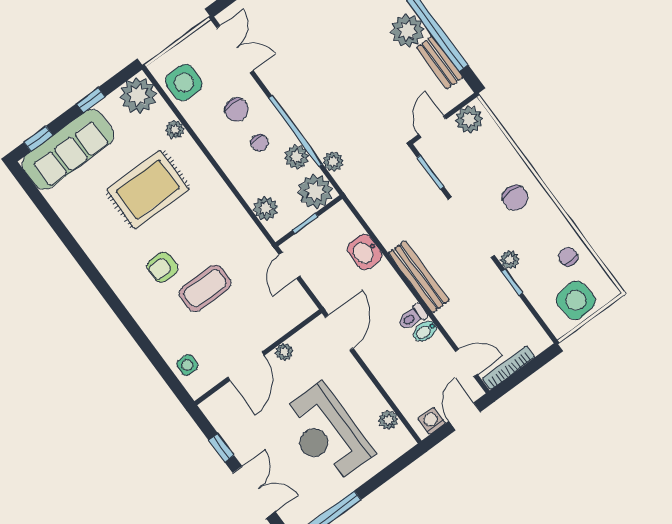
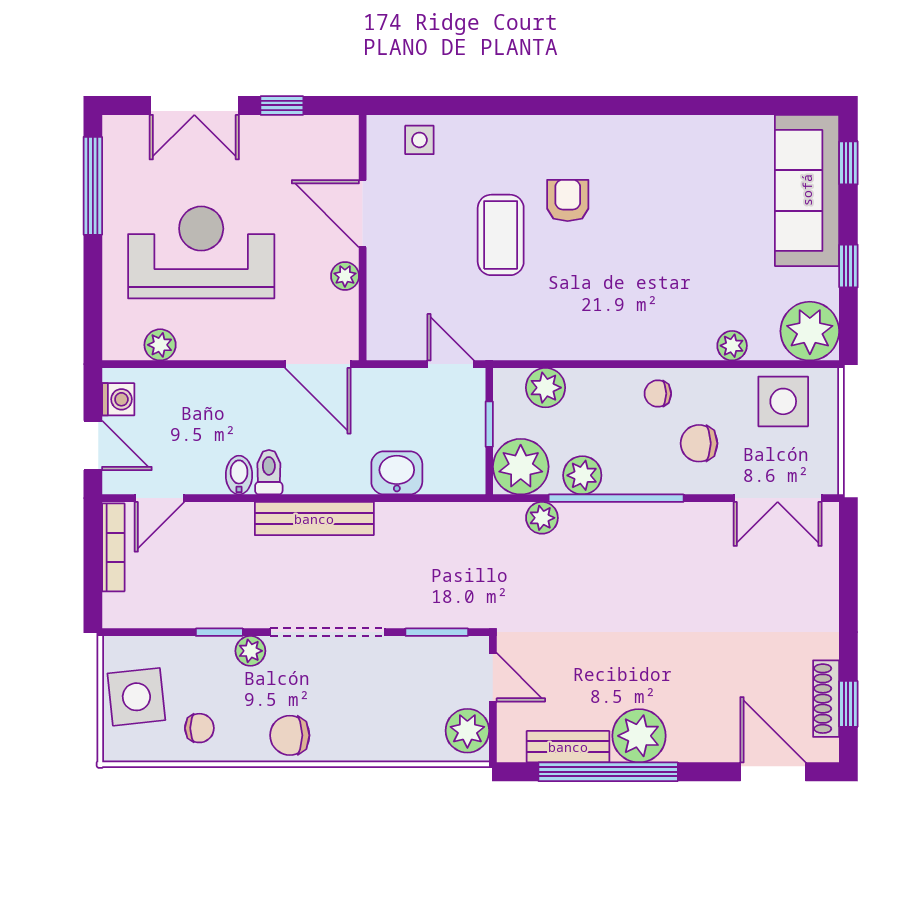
chair: (260, 143) -> (658, 394), moved
rug: (148, 189) -> (681, 255), removed
chair: (515, 198) -> (290, 735), moved

